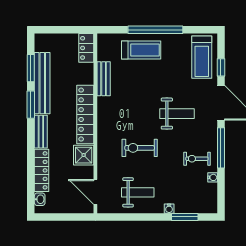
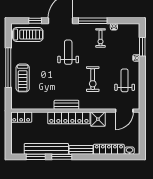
treadmill: (141, 50) -> (23, 78), turned 180
bench: (104, 79) -> (66, 105), moved

